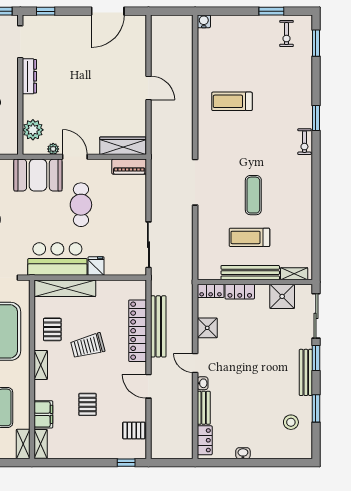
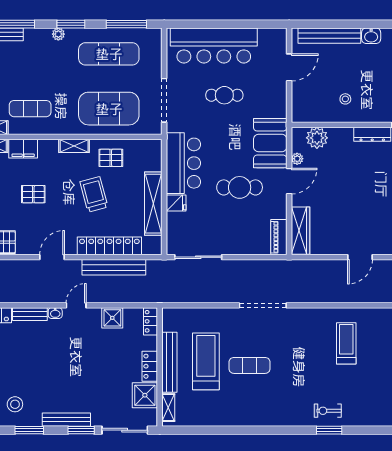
exercise bike: (304, 142) -> (328, 411), moved
treadmill: (249, 237) -> (206, 361), width x1.37, depth x1.38
shelving: (65, 288) -> (153, 204), moved
locker: (240, 292) -> (150, 366), moved

